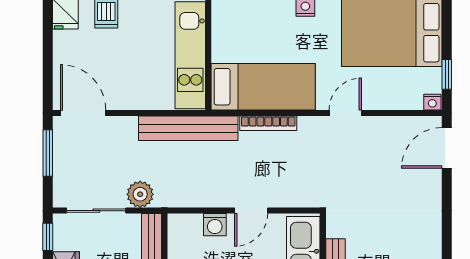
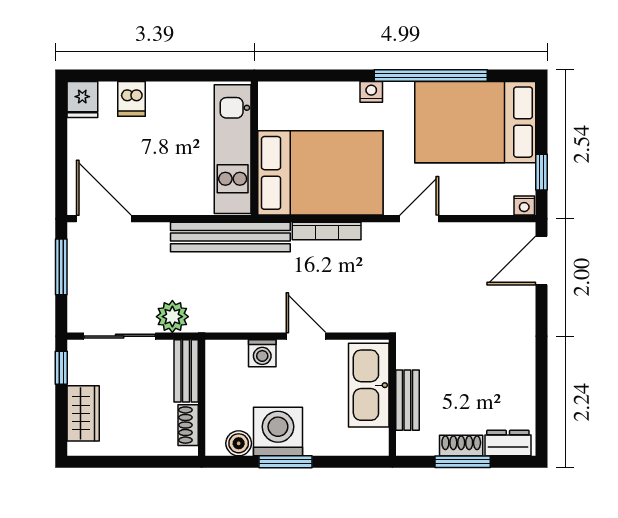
bed: (263, 87) -> (320, 173), width x1.50
door: (251, 211) -> (306, 336), swing flipped

